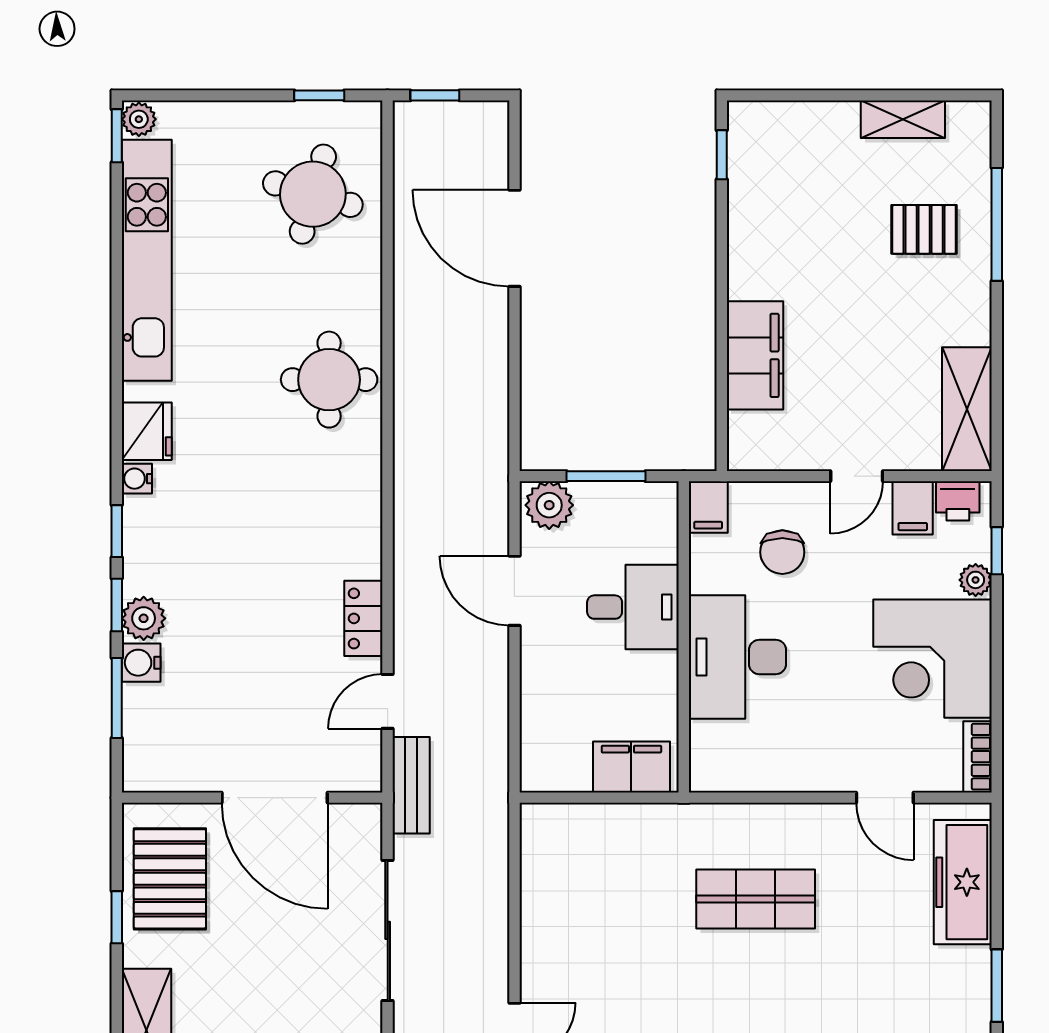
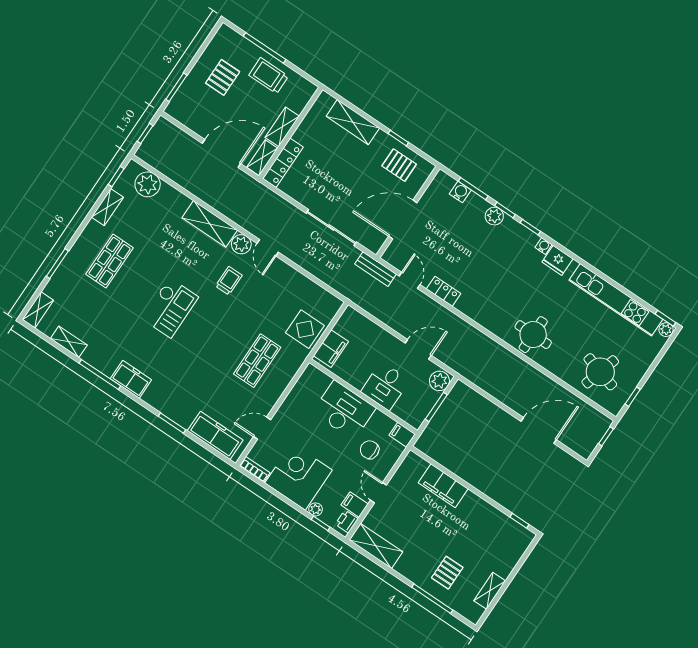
water cooler: (141, 663) -> (460, 192), moved
display table: (628, 846) -> (305, 329), added
pallet: (170, 879) -> (399, 165), width x0.67, depth x0.71

